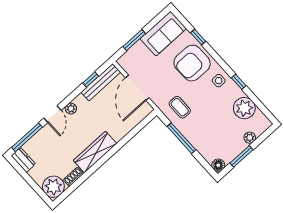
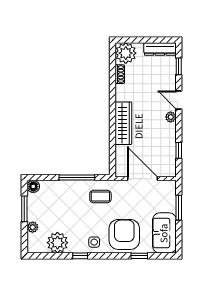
bench: (101, 82) -> (170, 156), removed
window: (27, 137) -> (179, 66), width x0.46
wardrobe: (95, 152) -> (123, 123), moved
dresser: (23, 160) -> (160, 49), width x1.44

